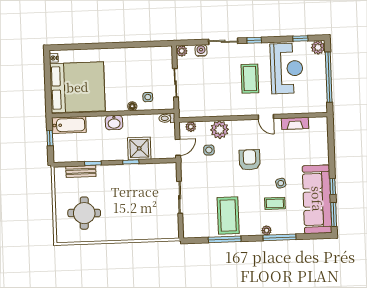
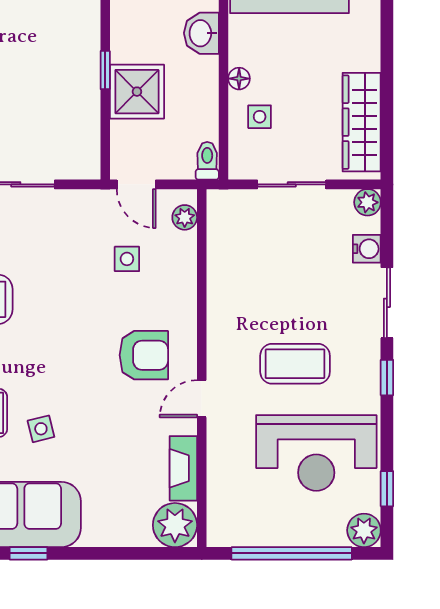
wardrobe: (148, 55) -> (362, 122), added
plant: (220, 130) -> (175, 525), moved
armchair: (250, 160) -> (144, 355), moved

